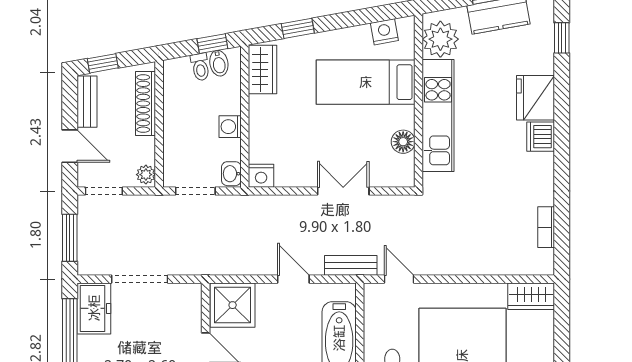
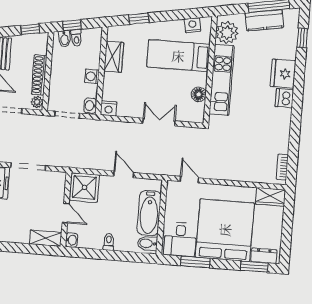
window: (212, 44) -> (72, 25), moved
window: (103, 63) -> (30, 29), moved
bidet: (219, 63) -> (64, 39), moved
wardrobe: (263, 70) -> (114, 57), moved
shoe rack: (146, 103) -> (39, 75), moved
bookcase: (546, 227) -> (282, 167), moved
bench: (351, 265) -> (160, 169), removed

